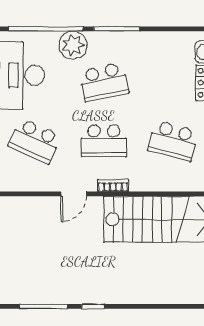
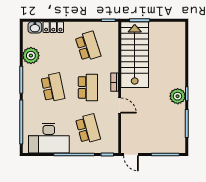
plant: (73, 45) -> (31, 56), moved
school desk: (35, 141) -> (88, 129), turned -39
school desk: (173, 141) -> (88, 46), turned -33
plant: (89, 291) -> (178, 96), added

